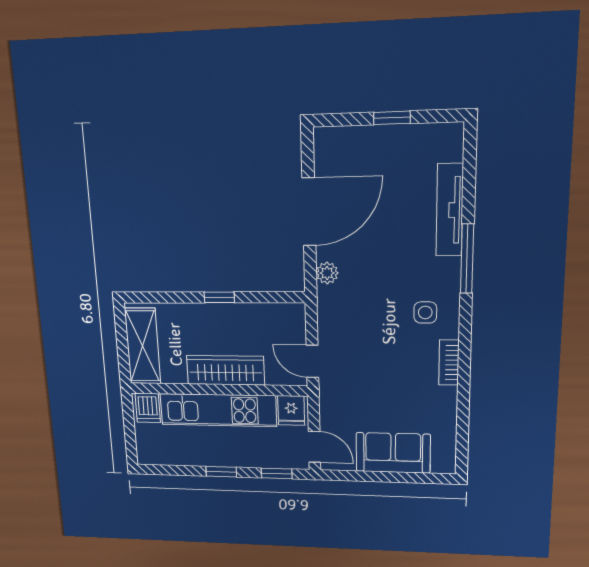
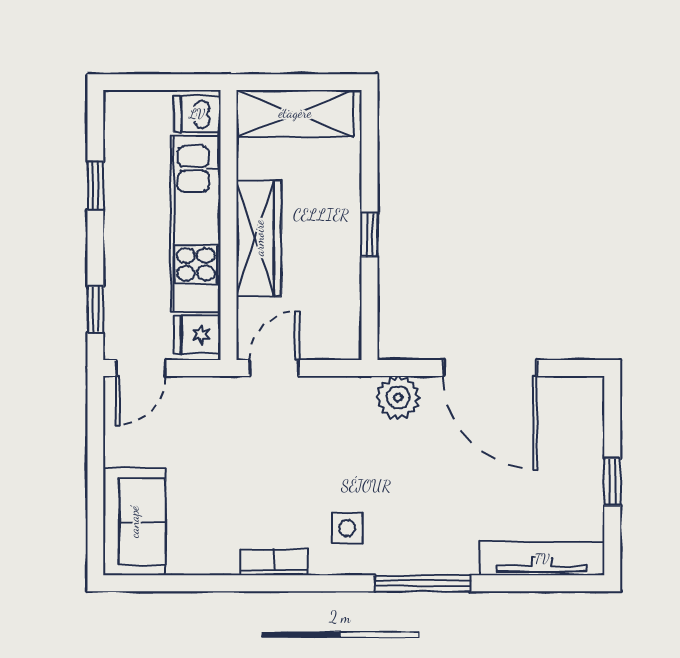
tv unit: (450, 210) -> (542, 559), moved
plant: (327, 273) -> (398, 398), width x1.38, depth x1.38
sofa: (393, 453) -> (134, 522), moved
window: (221, 472) -> (95, 185), moved

